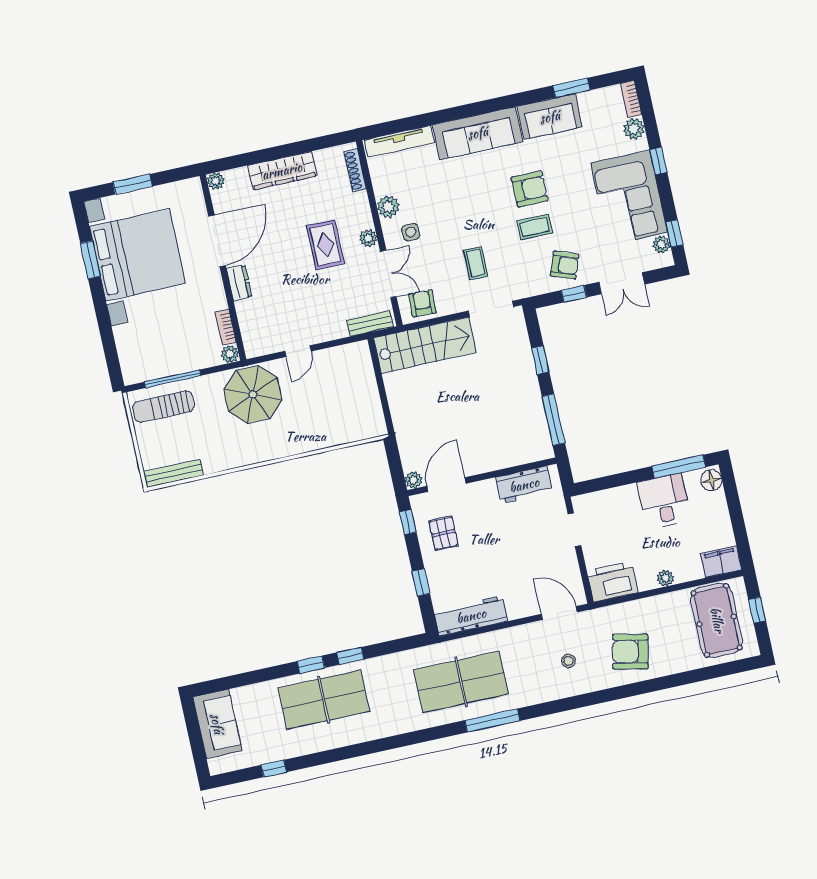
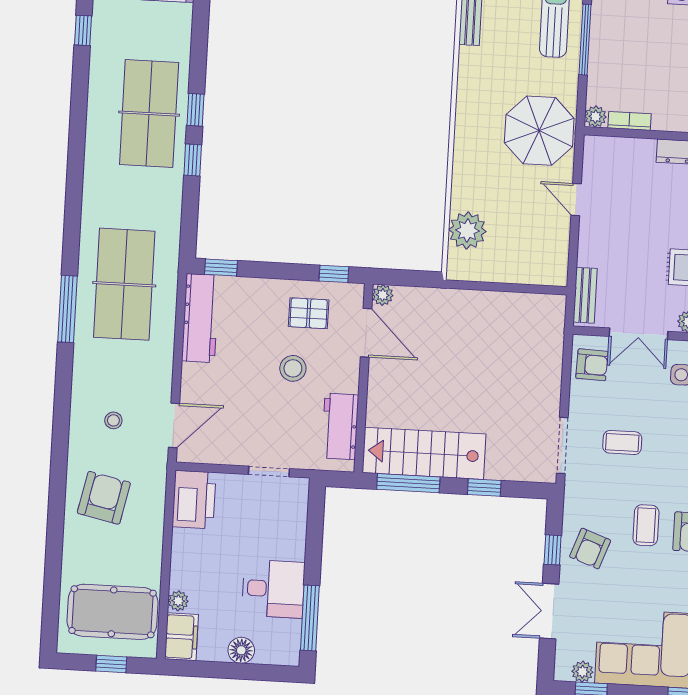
stairs: (425, 345) -> (424, 453), moved, turned 90
plant: (345, 428) -> (467, 231), added
floor lamp: (711, 480) -> (241, 650), moved
stool: (490, 533) -> (293, 368), added
plant: (665, 578) -> (178, 601), moved
window: (421, 582) -> (221, 268), moved

